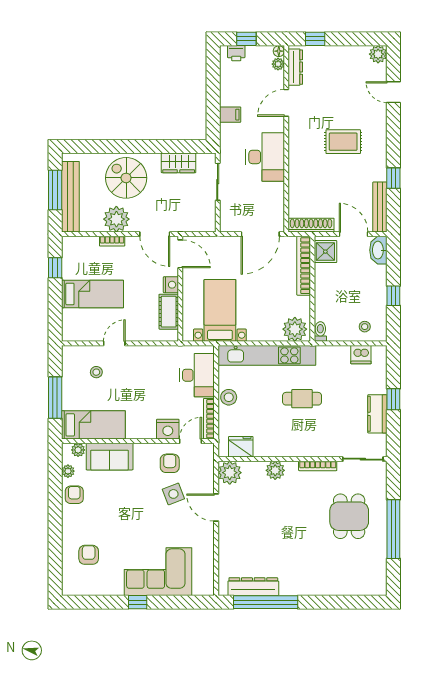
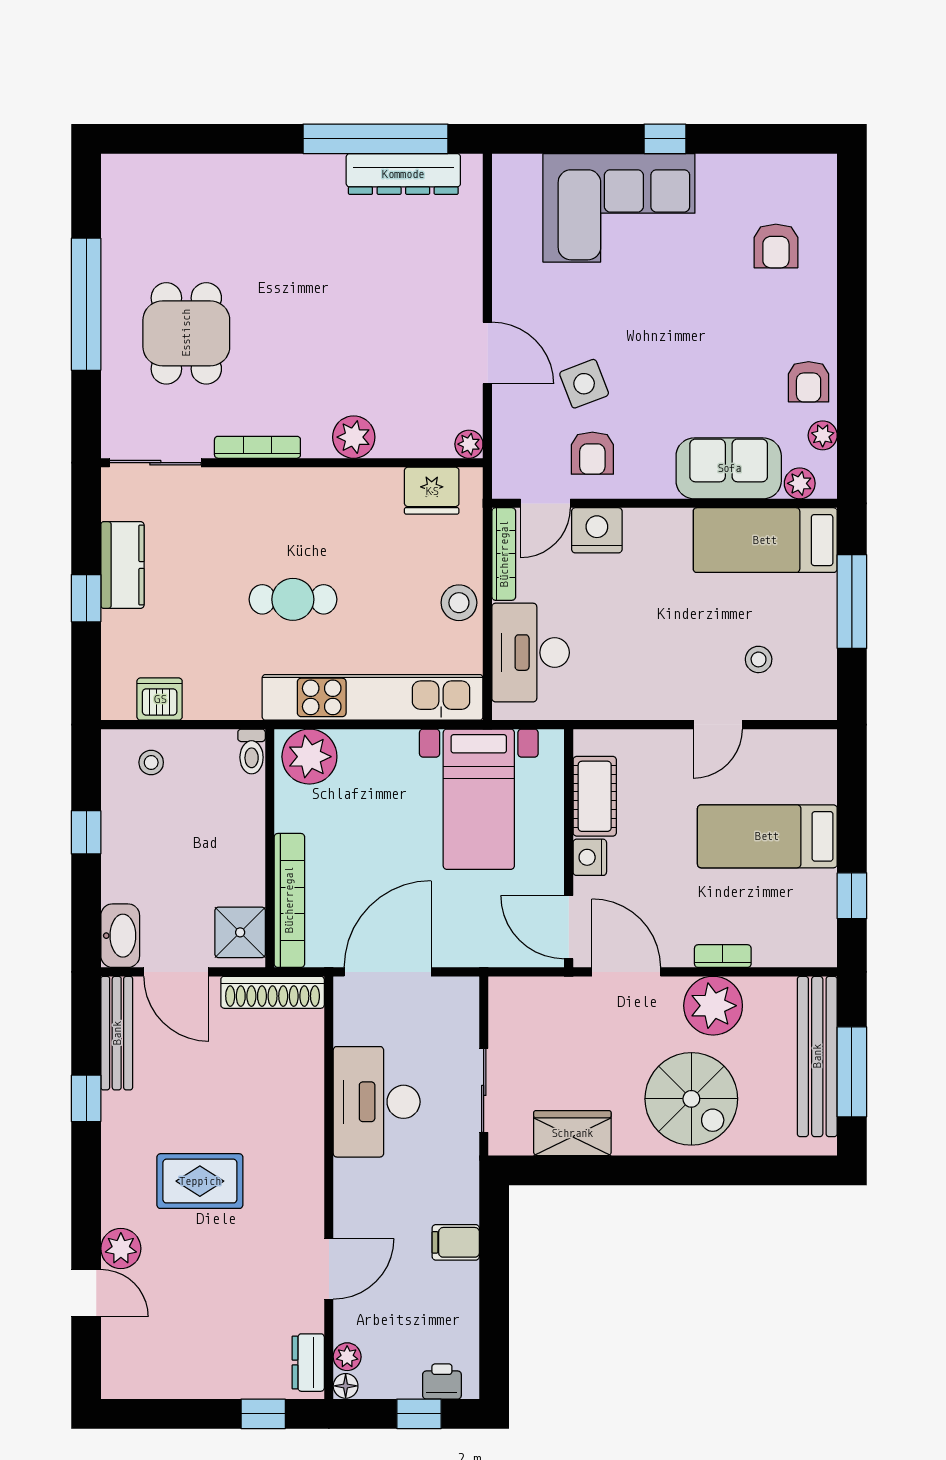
plant: (378, 54) -> (121, 1248), moved
dresser: (295, 67) -> (308, 1363), width x0.70
desk: (265, 157) -> (377, 1102), moved
plant: (230, 473) -> (469, 444), width x0.53, depth x0.53

